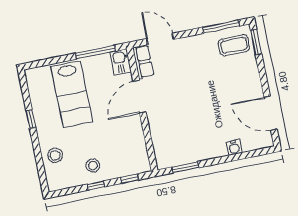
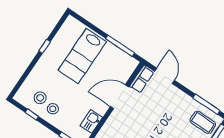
kitchen sink: (121, 62) -> (91, 122), moved
stool: (55, 155) -> (40, 98), moved
window: (96, 186) -> (32, 114), moved

